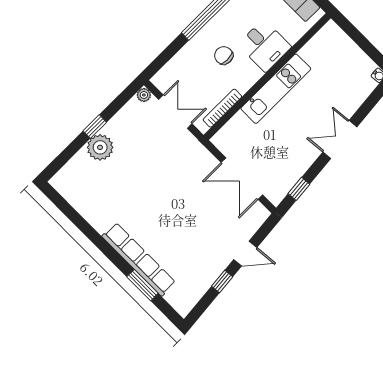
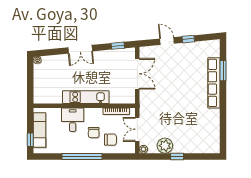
chair: (195, 67) -> (110, 140), added
plant: (100, 147) -> (165, 146), moved

